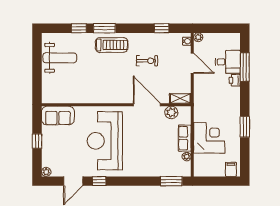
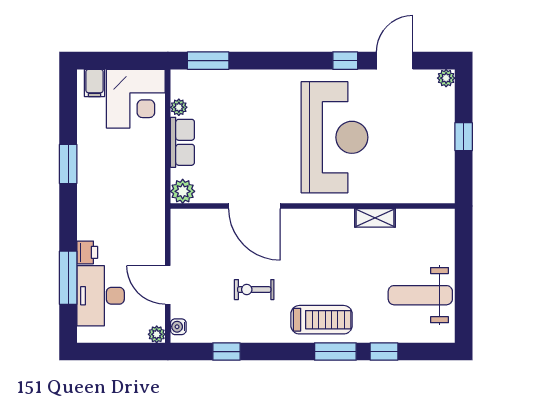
treadmill: (112, 45) -> (322, 320), turned 180
desk: (228, 62) -> (101, 296), width x1.37
shelving: (180, 98) -> (375, 218), moved
plant: (171, 112) -> (183, 191), moved
sofa: (58, 115) -> (424, 185), removed
corner desk: (209, 138) -> (136, 99), moved, turned -90

